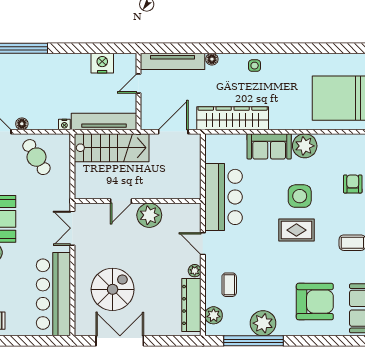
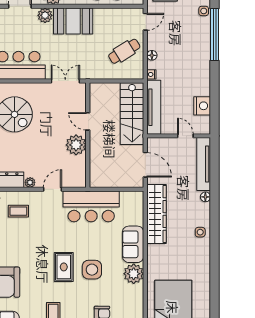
floor lamp: (22, 124) -> (152, 55), moved

